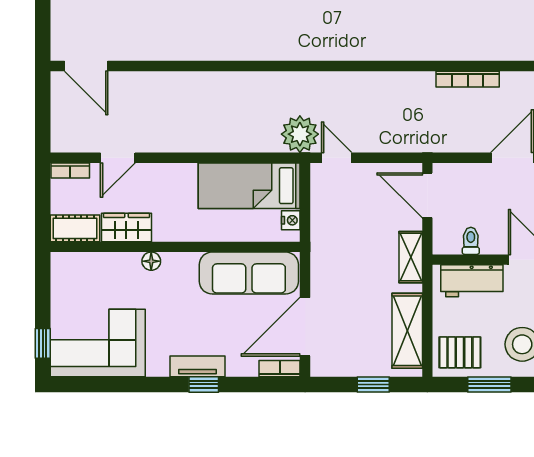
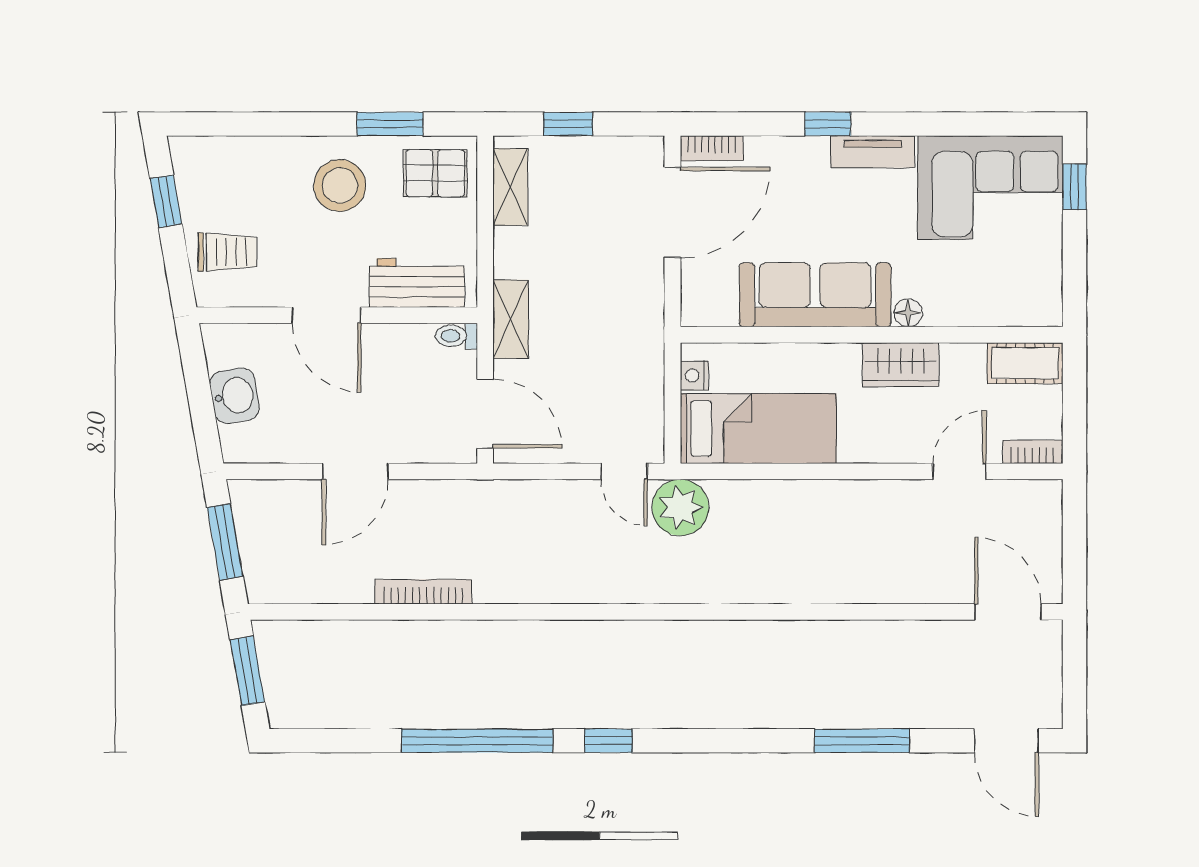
wardrobe: (126, 227) -> (901, 365), moved
toilet: (471, 241) -> (456, 336), moved, turned 90
sofa: (249, 273) -> (815, 295), moved
shelving: (407, 331) -> (510, 187), width x0.67, depth x0.75
tv unit: (197, 366) -> (873, 152), moved

